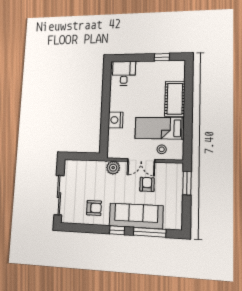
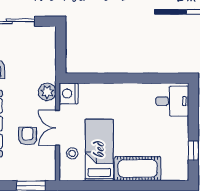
nightstand: (116, 120) -> (69, 93), moved, turned -90
armchair: (147, 184) -> (27, 136), turned -90

